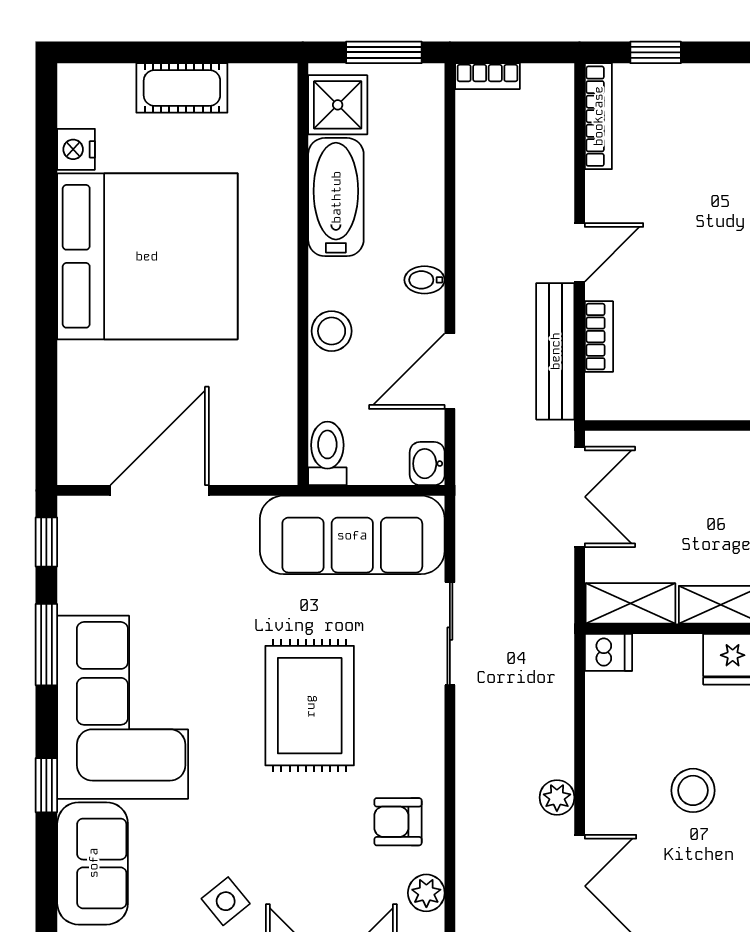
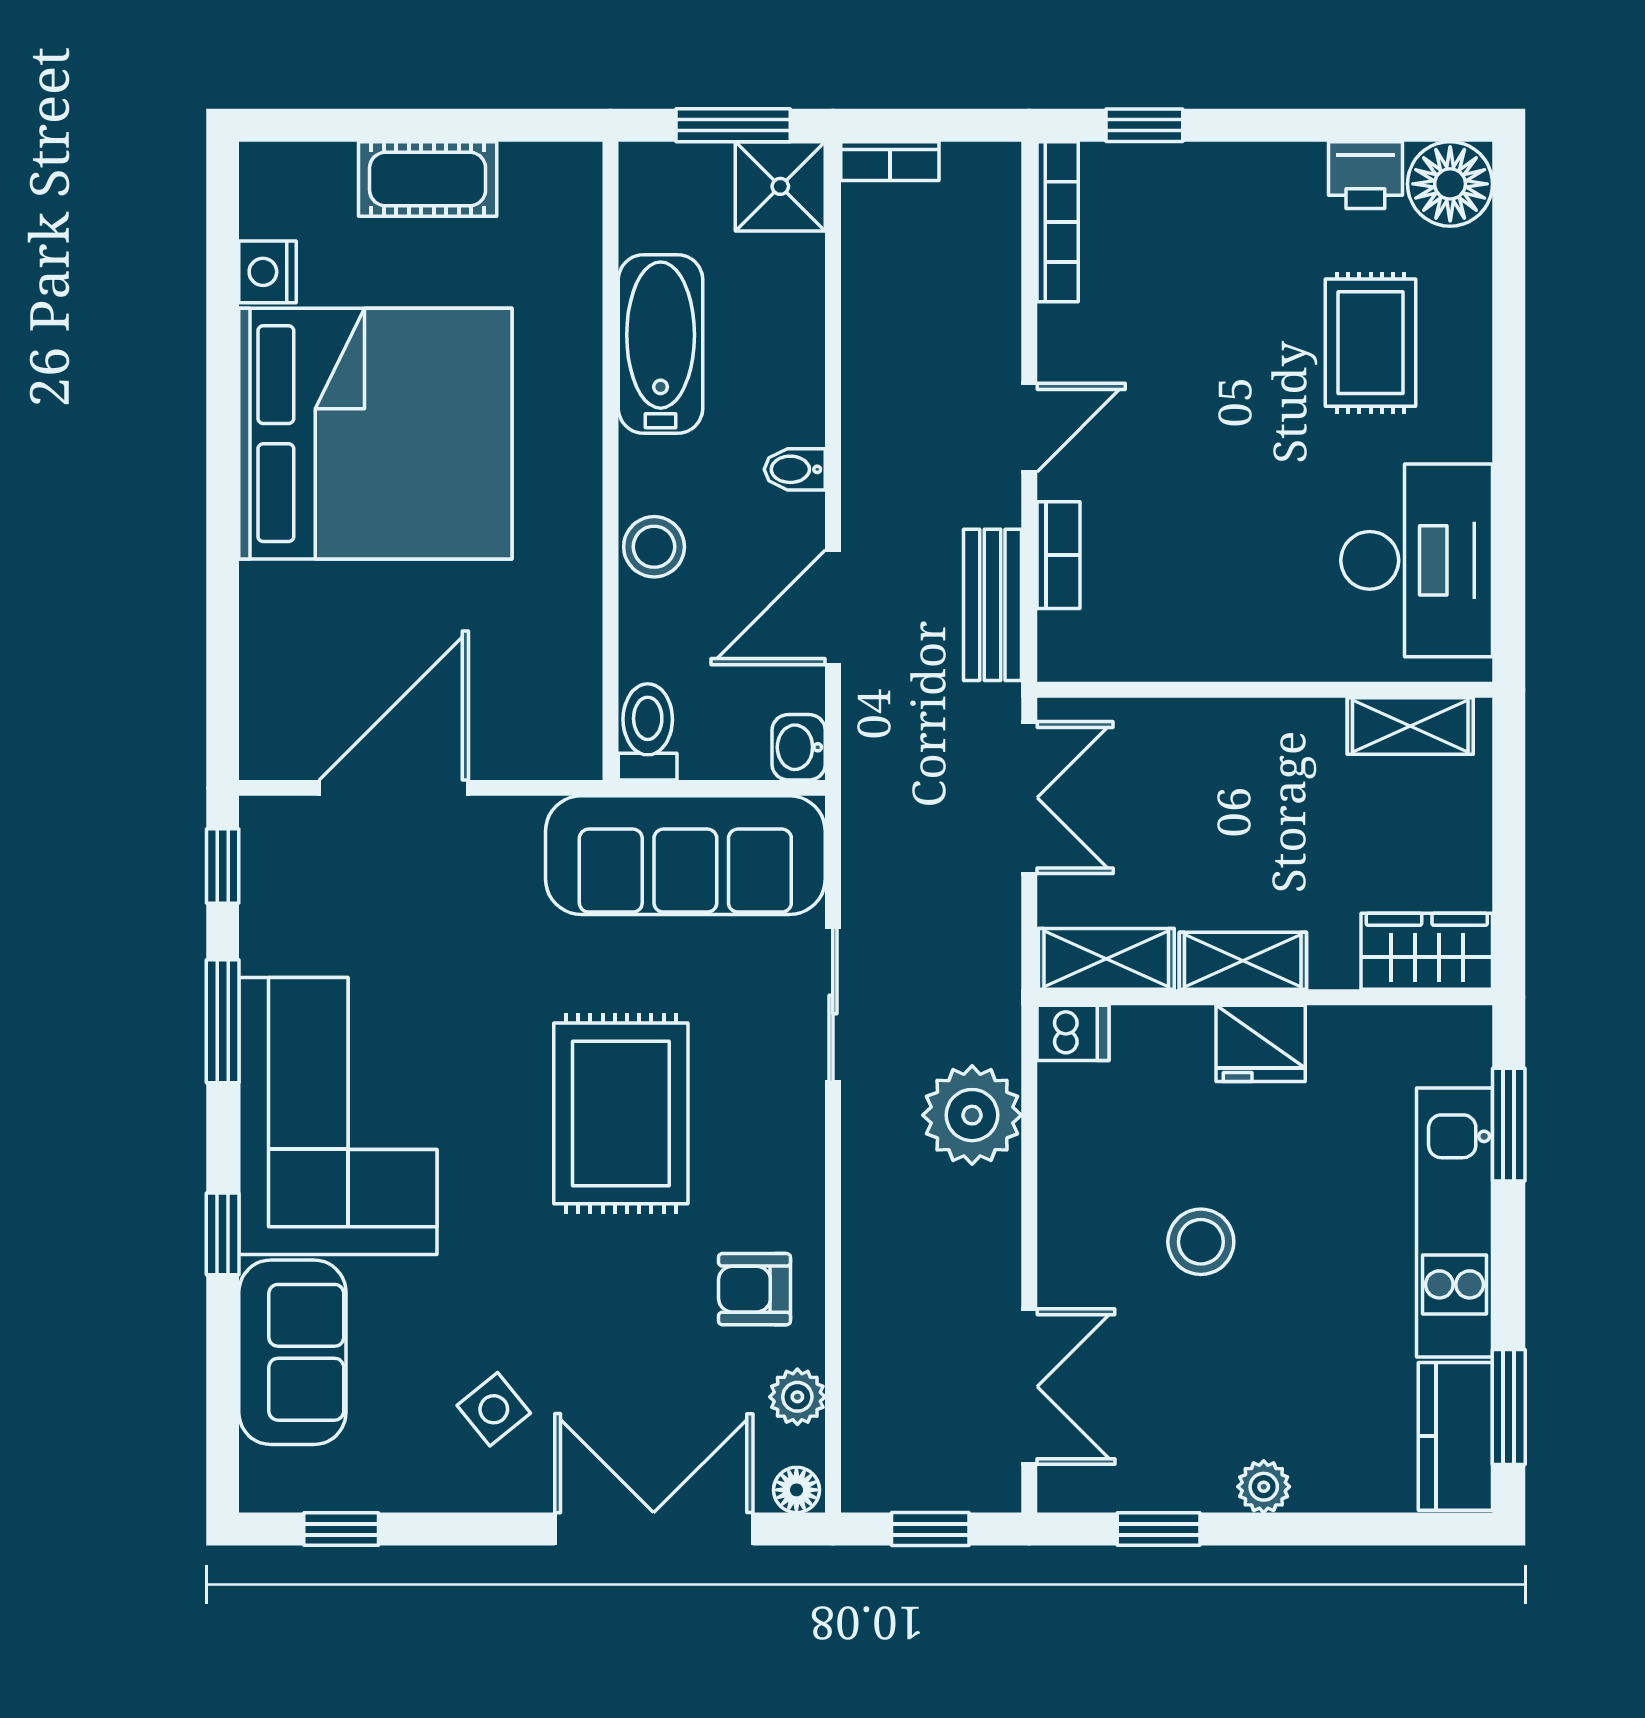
shower: (338, 105) -> (780, 186), moved
bench: (555, 351) -> (992, 605), width x0.73
plant: (557, 797) -> (972, 1115), moved, width x1.87, depth x1.87

